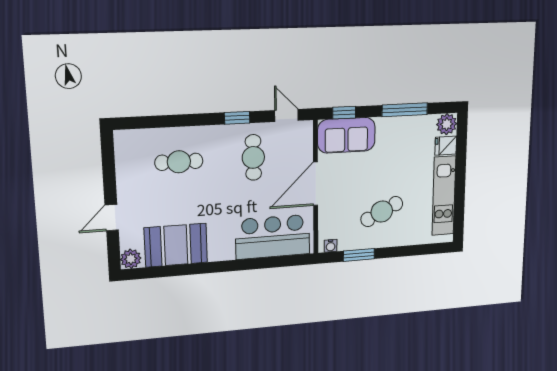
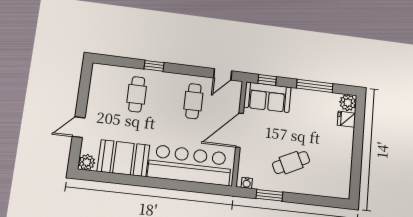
door: (287, 115) -> (223, 74), swing flipped
window: (237, 118) -> (154, 66), moved
cafe table: (179, 162) -> (137, 94), turned 90
kitchen unit: (444, 196) -> (343, 159), removed
bar counter: (273, 237) -> (190, 165), width x1.36

